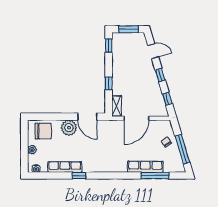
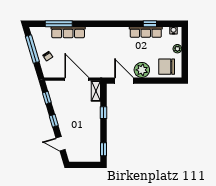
window: (129, 29) -> (84, 165), removed
door: (136, 118) -> (77, 79), hinge flipped
window: (79, 176) -> (150, 24), moved

